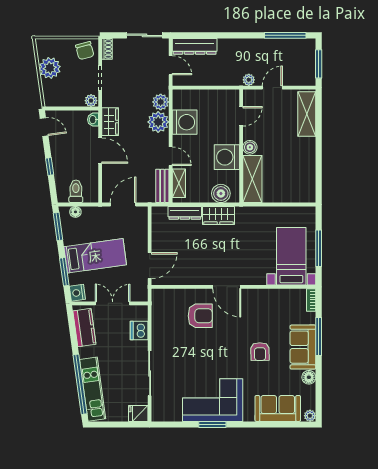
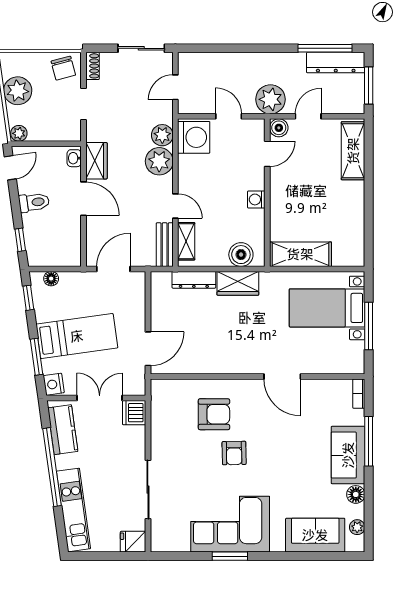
dresser: (195, 46) -> (336, 63), moved
door: (171, 65) -> (175, 87), swing flipped
plant: (249, 80) -> (270, 99), width x1.88, depth x1.88
door: (211, 88) -> (229, 116), added
plant: (91, 101) -> (19, 133), moved
washing machine: (185, 122) -> (194, 137), moved
door: (44, 127) -> (10, 168), hinge flipped
boiler: (250, 147) -> (279, 128), moved
washing machine: (227, 157) -> (256, 199), width x0.53, depth x0.53
window: (50, 166) -> (20, 240), moved
shelving: (252, 179) -> (300, 254), moved, turned 90
toilet: (76, 191) -> (34, 202), moved, turned 82
window: (58, 227) -> (28, 298), width x0.67
bed with nightstands: (291, 256) -> (327, 308), moved, turned -90
door: (227, 287) -> (282, 377), moved
dishwasher: (139, 330) -> (134, 413), moved
armchair: (260, 352) -> (234, 453), moved
window: (80, 384) -> (52, 467), moved
plant: (310, 416) -> (357, 527), moved

